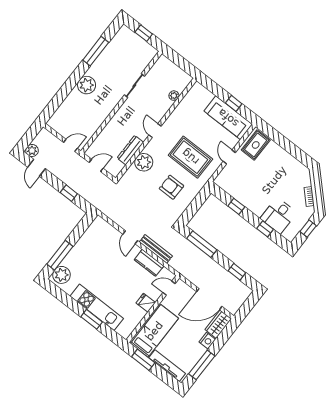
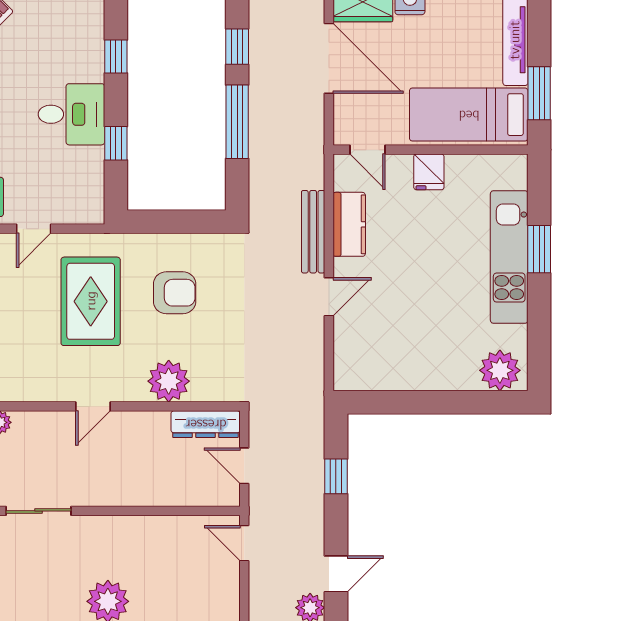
dresser: (130, 150) -> (206, 424), moved
armchair: (172, 187) -> (175, 293), turned -90
desk: (278, 216) -> (71, 114), moved
window: (202, 244) -> (237, 122), moved
window: (60, 255) -> (466, 402), removed

